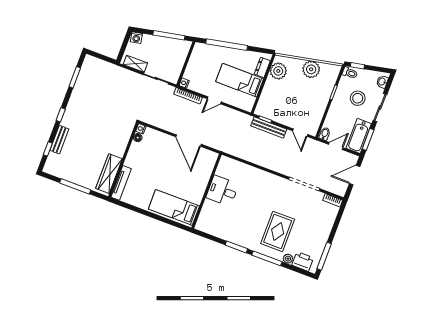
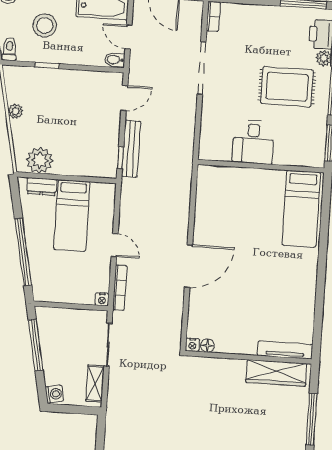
plant: (311, 69) -> (16, 111), width x0.53, depth x0.53
wall: (207, 191) -> (261, 166), moved
desk: (222, 191) -> (253, 142), moved
bed: (174, 207) -> (301, 209), moved

